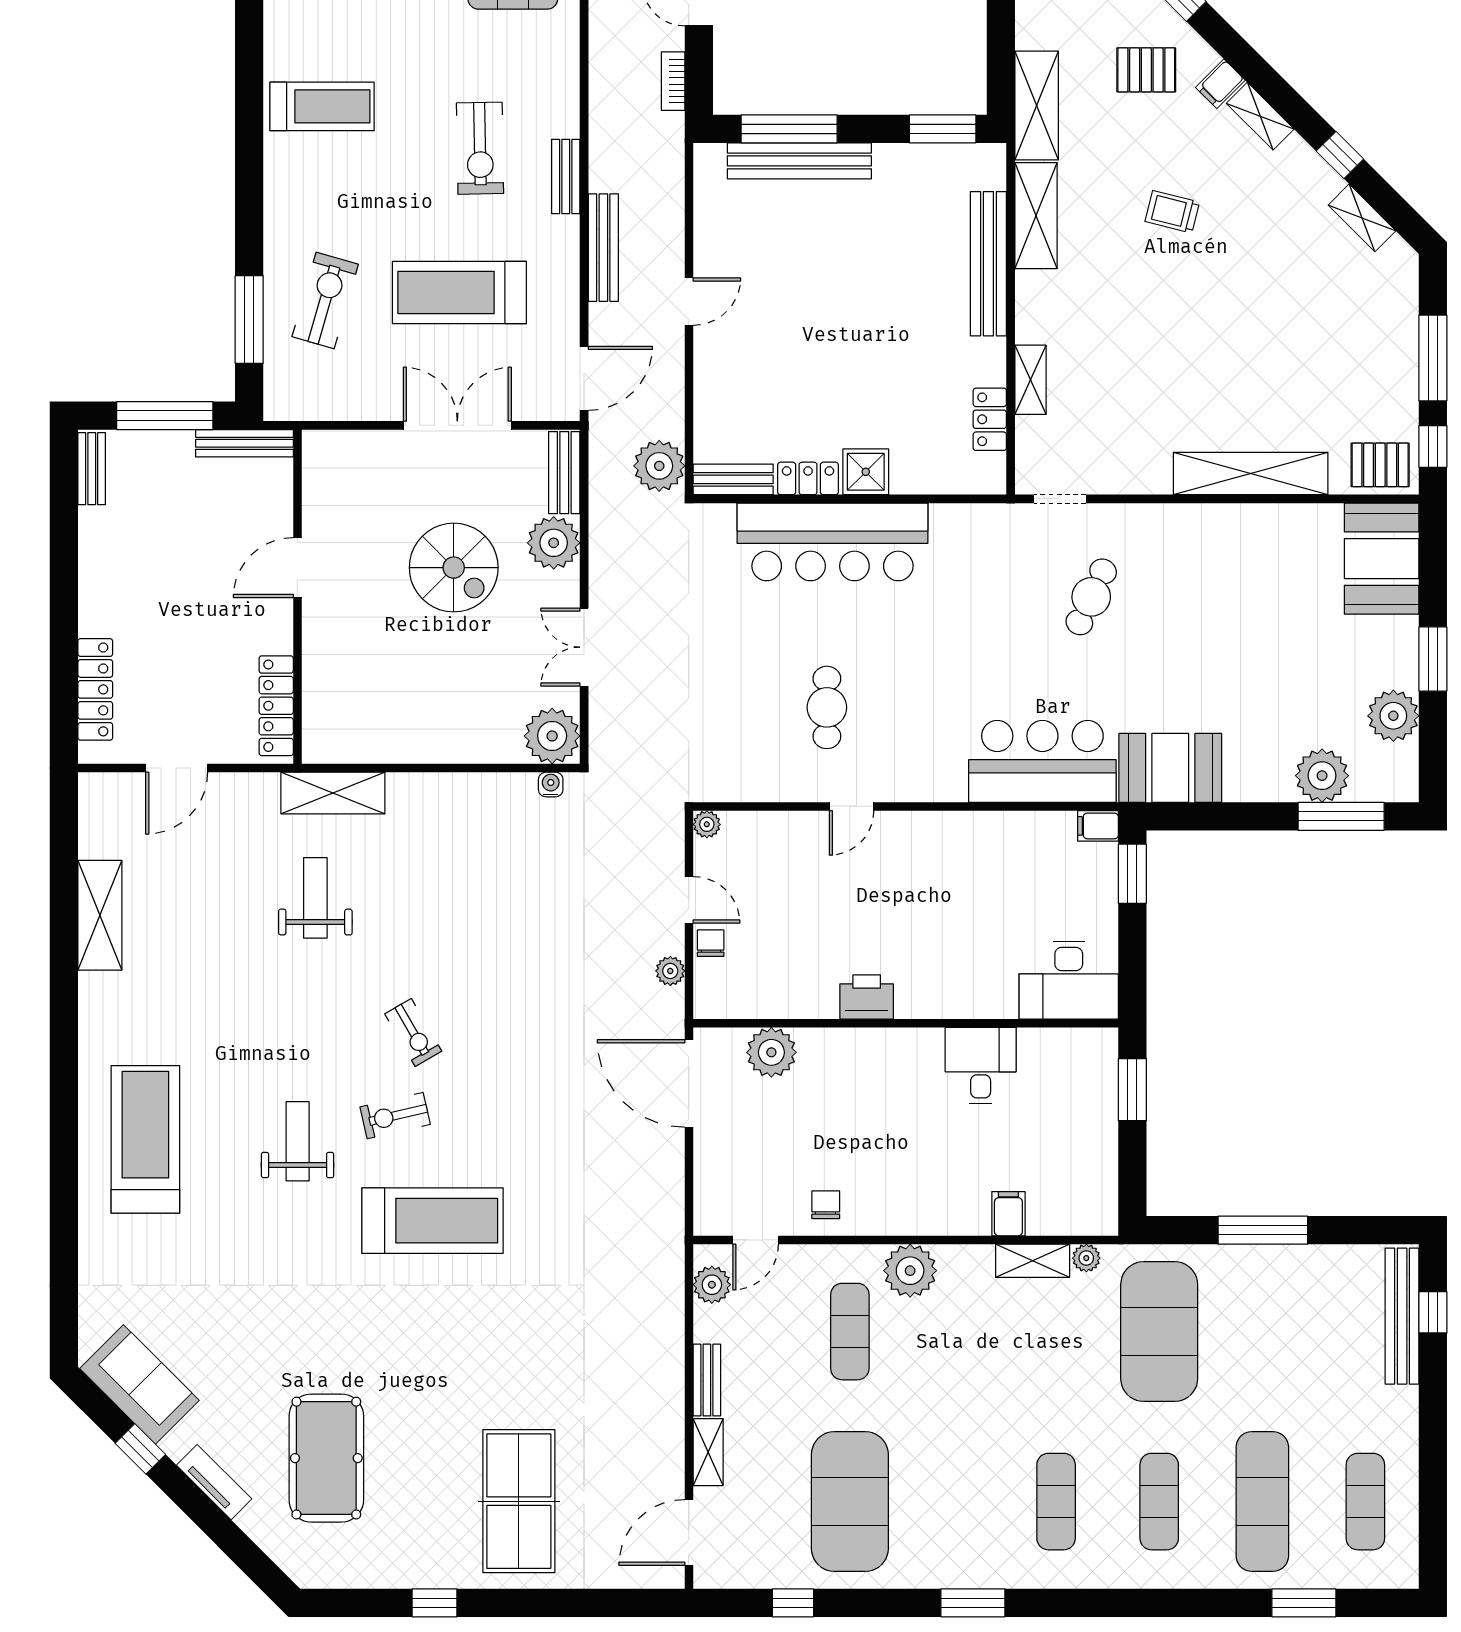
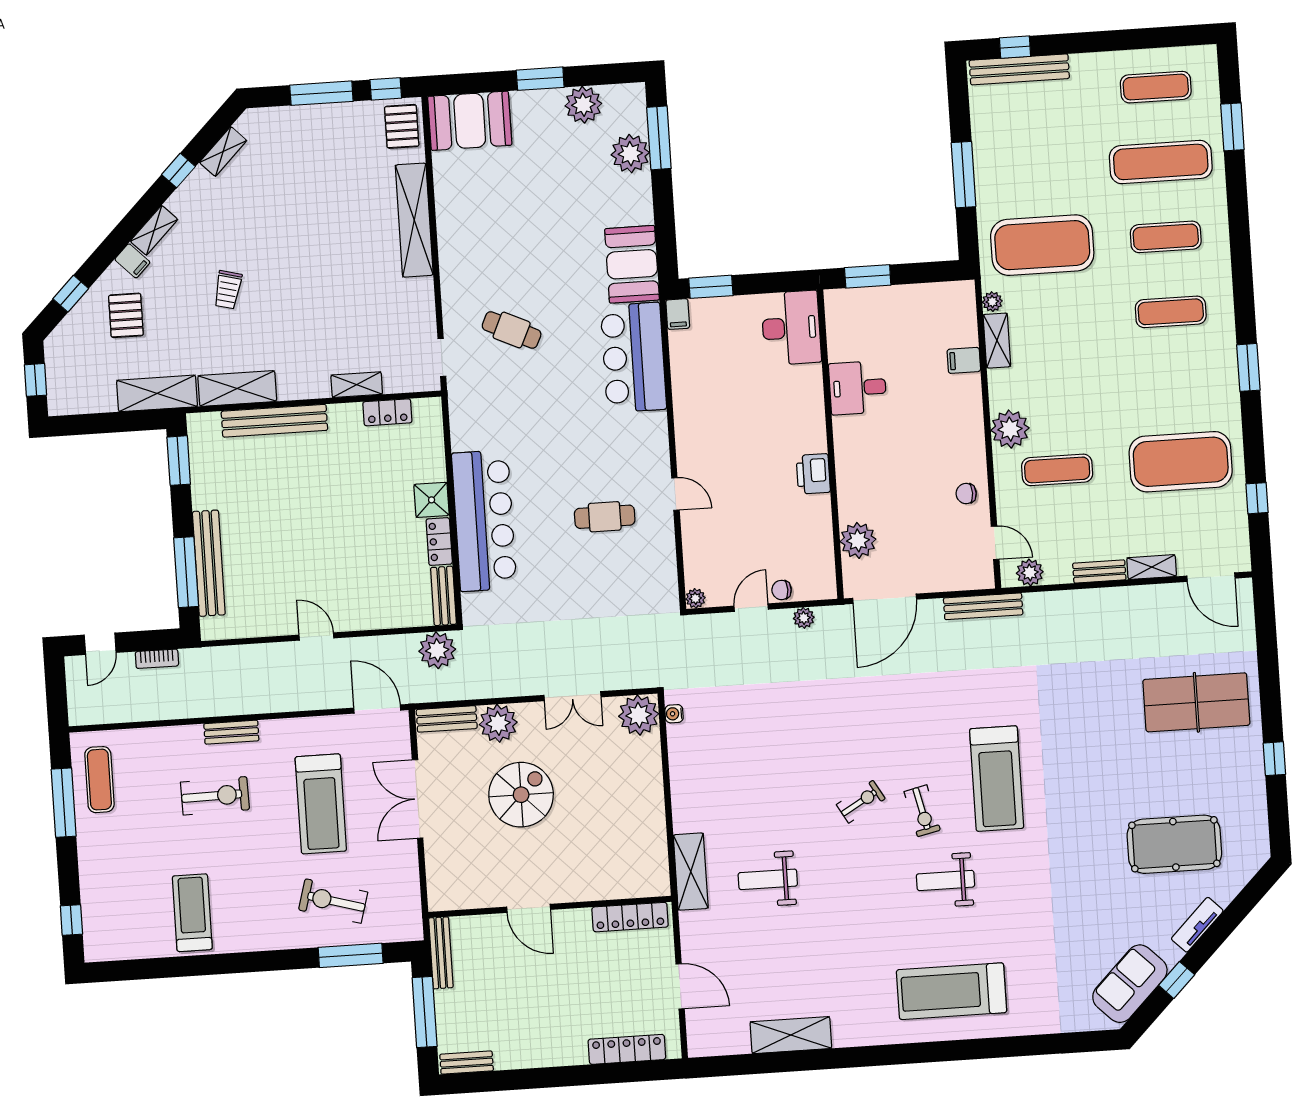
bench: (603, 248) -> (983, 606), moved
treadmill: (433, 1221) -> (997, 779), turned 180

